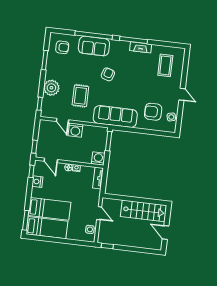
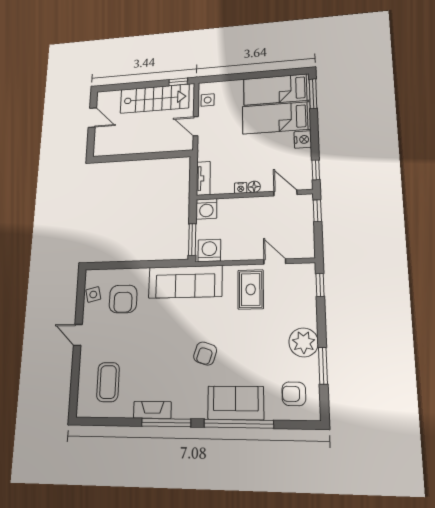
plant: (51, 88) -> (304, 342), moved
rug: (80, 96) -> (251, 289), moved
armchair: (153, 112) -> (123, 299), turned 90
washing machine: (75, 130) -> (209, 250), moved
nightstand: (37, 182) -> (303, 139), moved
stairs: (144, 211) -> (155, 99), moved, turned 180

